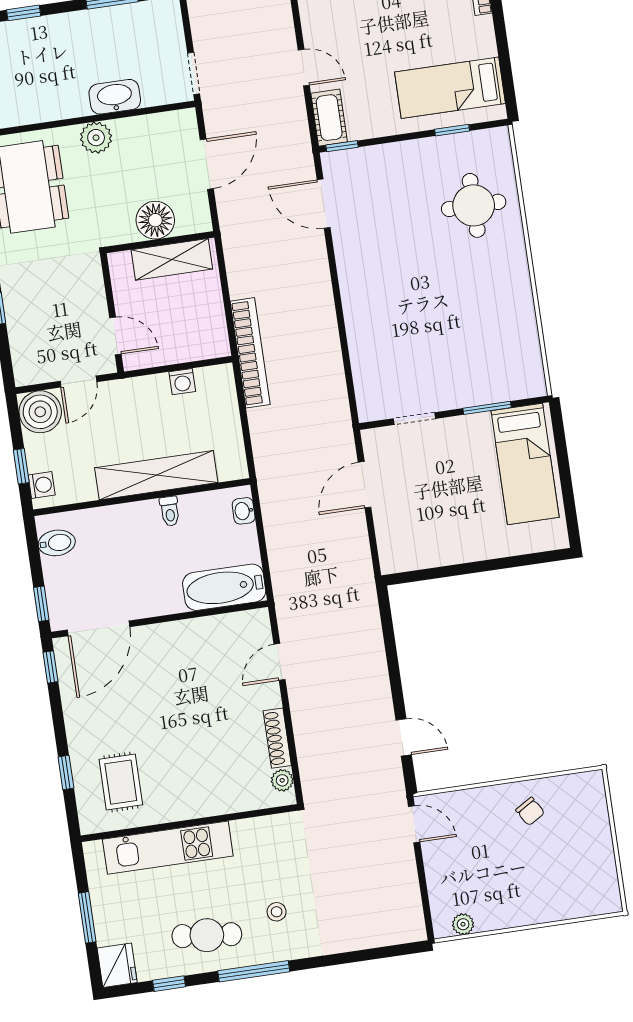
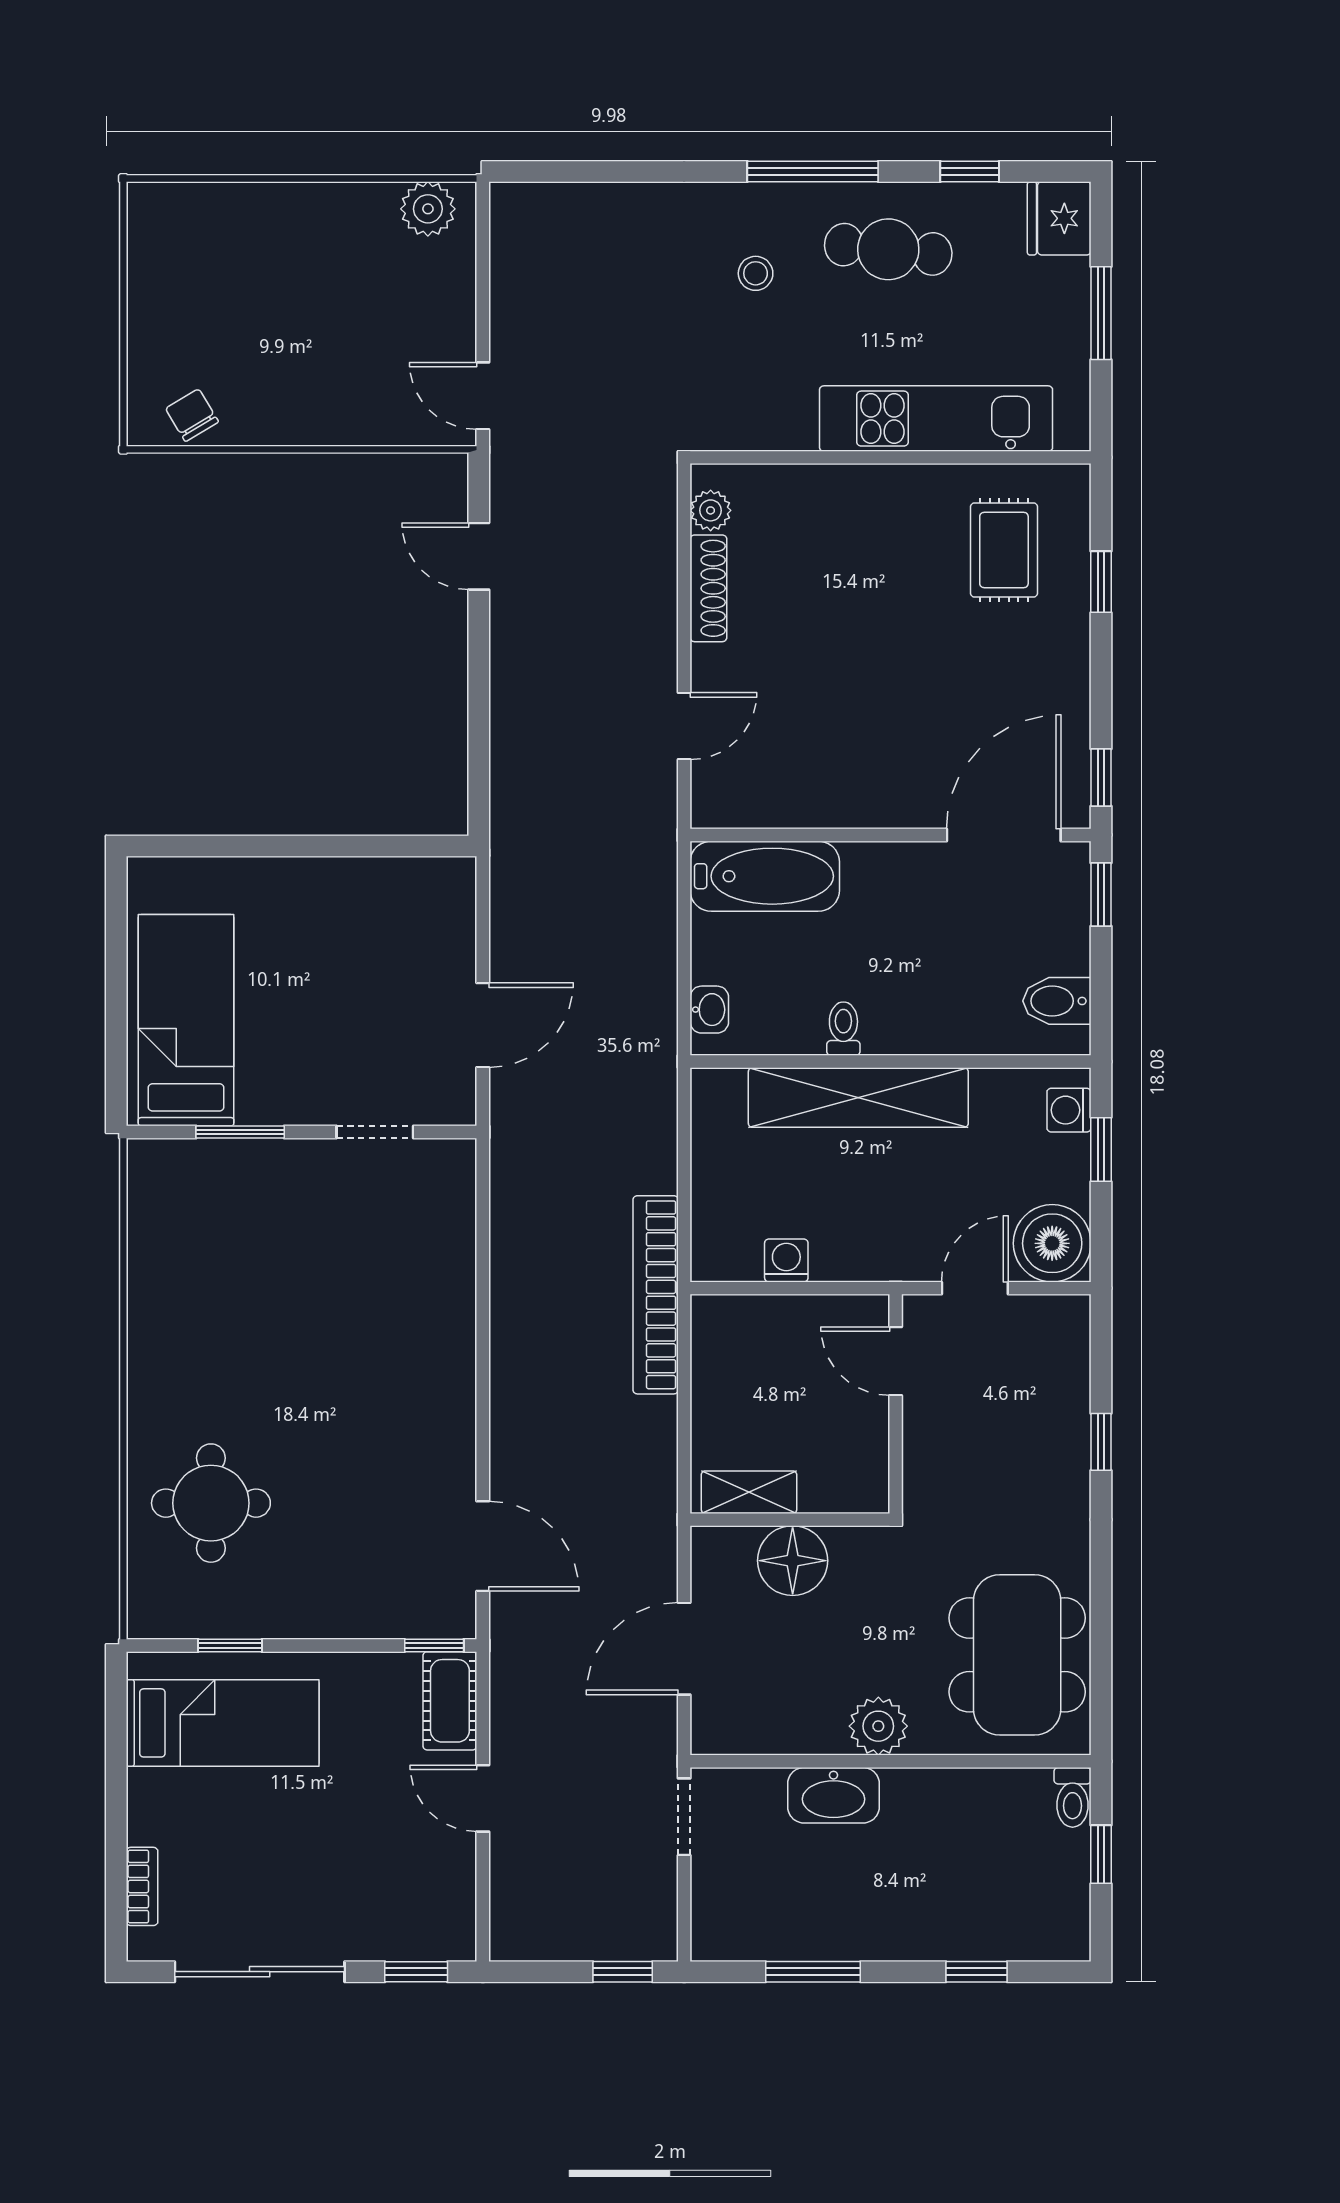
shelving: (172, 259) -> (749, 1492), width x0.67, depth x0.75
chair: (530, 811) -> (192, 415), moved
plant: (463, 924) -> (428, 209), width x1.38, depth x1.38

